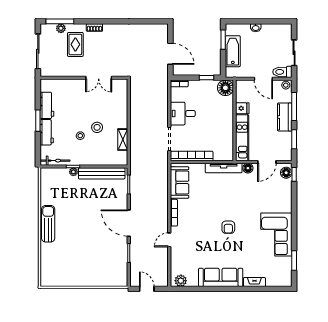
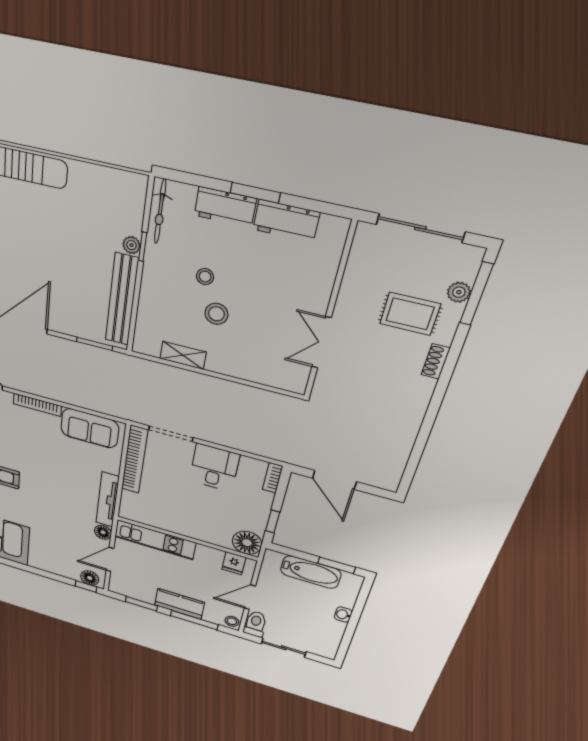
door: (170, 54) -> (334, 480), hinge flipped
fridge: (242, 108) -> (234, 563), moved
door: (267, 162) -> (110, 559), hinge flipped

